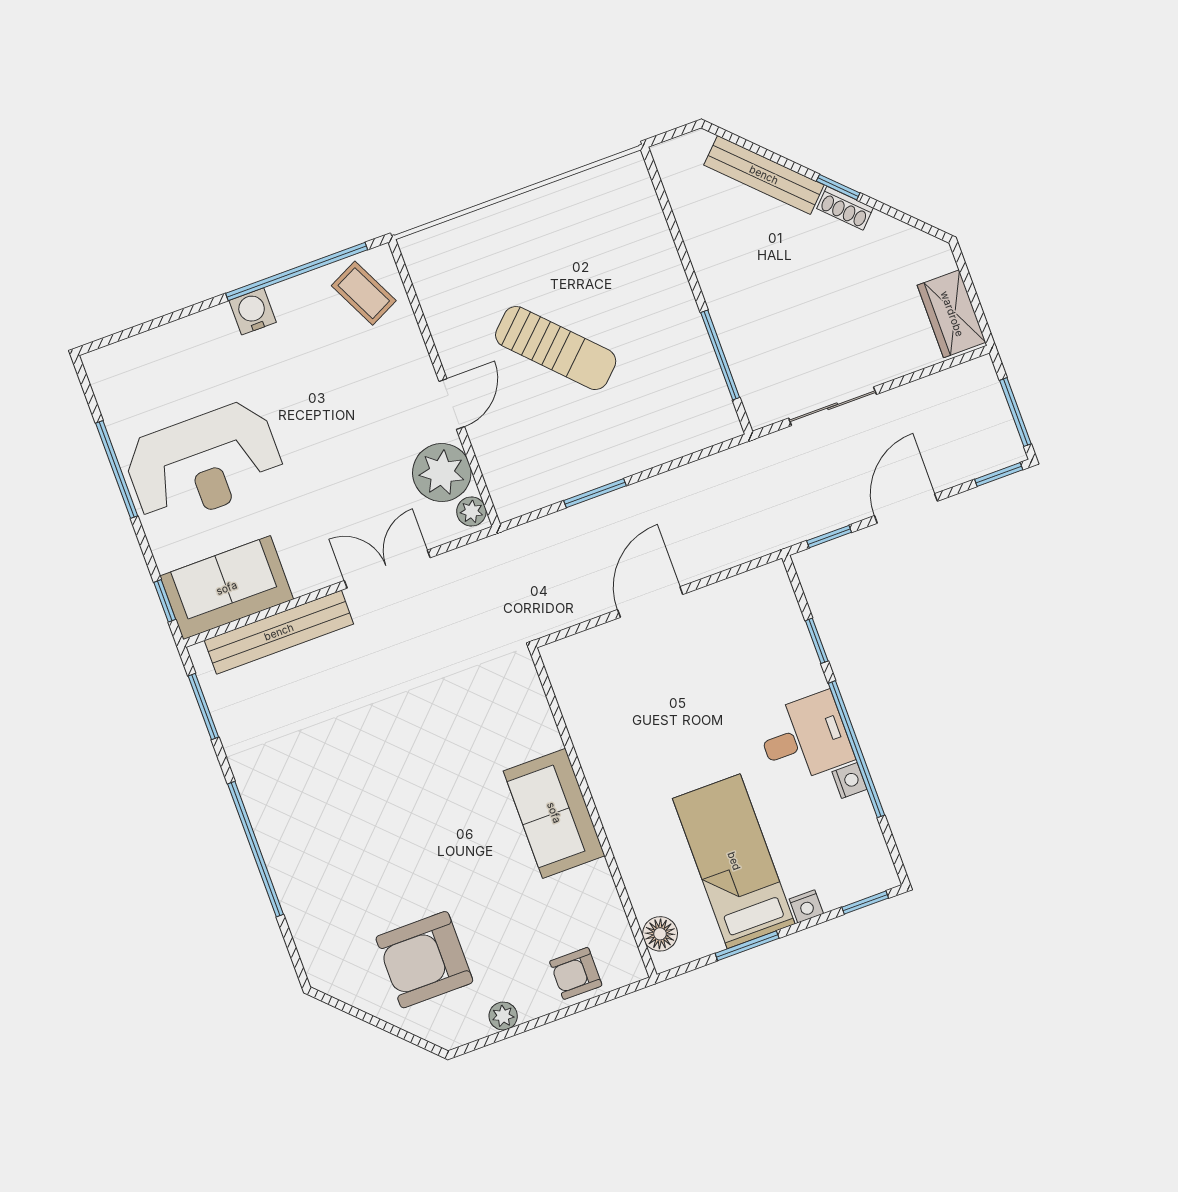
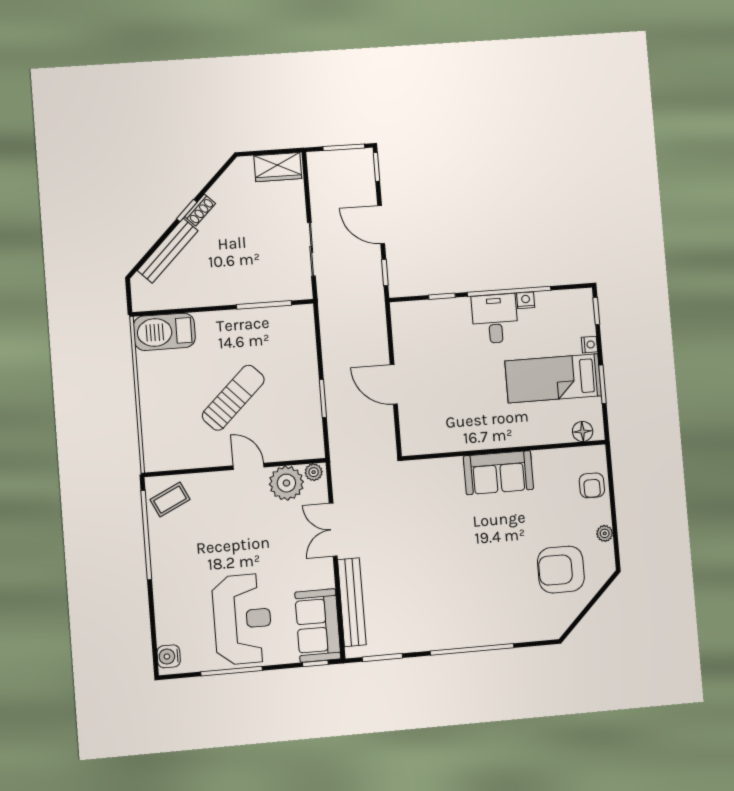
barbecue: (631, 207) -> (164, 332), added
water cooler: (253, 311) -> (169, 656), moved
armchair: (424, 960) -> (561, 570), turned 90

